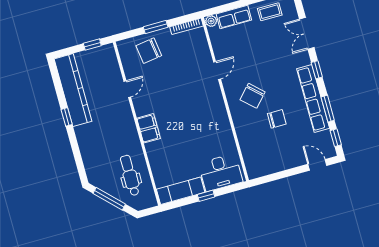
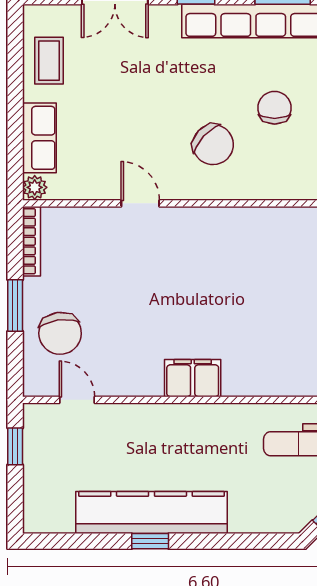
door: (127, 89) -> (77, 400), moved
kitchen counter: (73, 90) -> (152, 513), moved
filing cabinet: (149, 128) -> (193, 378), moved

